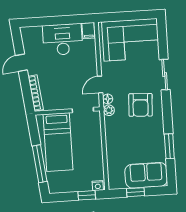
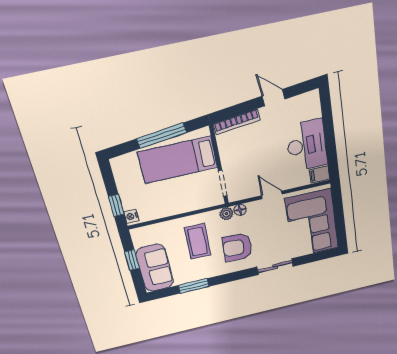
door: (100, 85) -> (272, 195), moved
coffee table: (129, 137) -> (198, 241), added
window: (40, 164) -> (162, 136), moved

